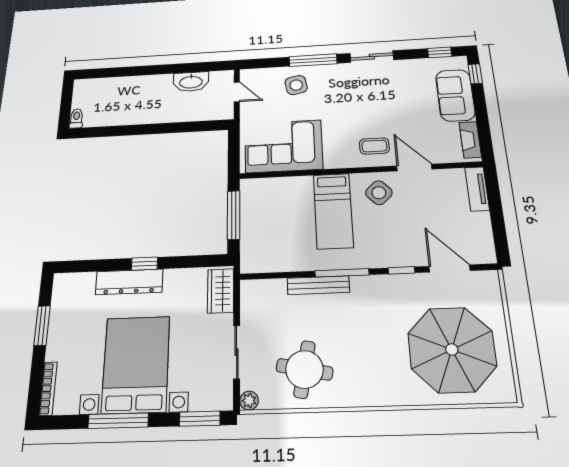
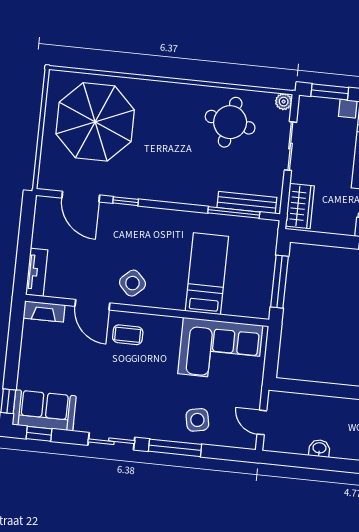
washbasin: (191, 82) -> (319, 448), width x0.52, depth x0.69
sofa: (455, 95) -> (44, 410), moved, turned -90
fireplace: (470, 140) -> (44, 311), moved, turned 90
bed: (333, 211) -> (207, 274), moved
window: (342, 273) -> (234, 212), moved
bench: (318, 285) -> (247, 202), moved

